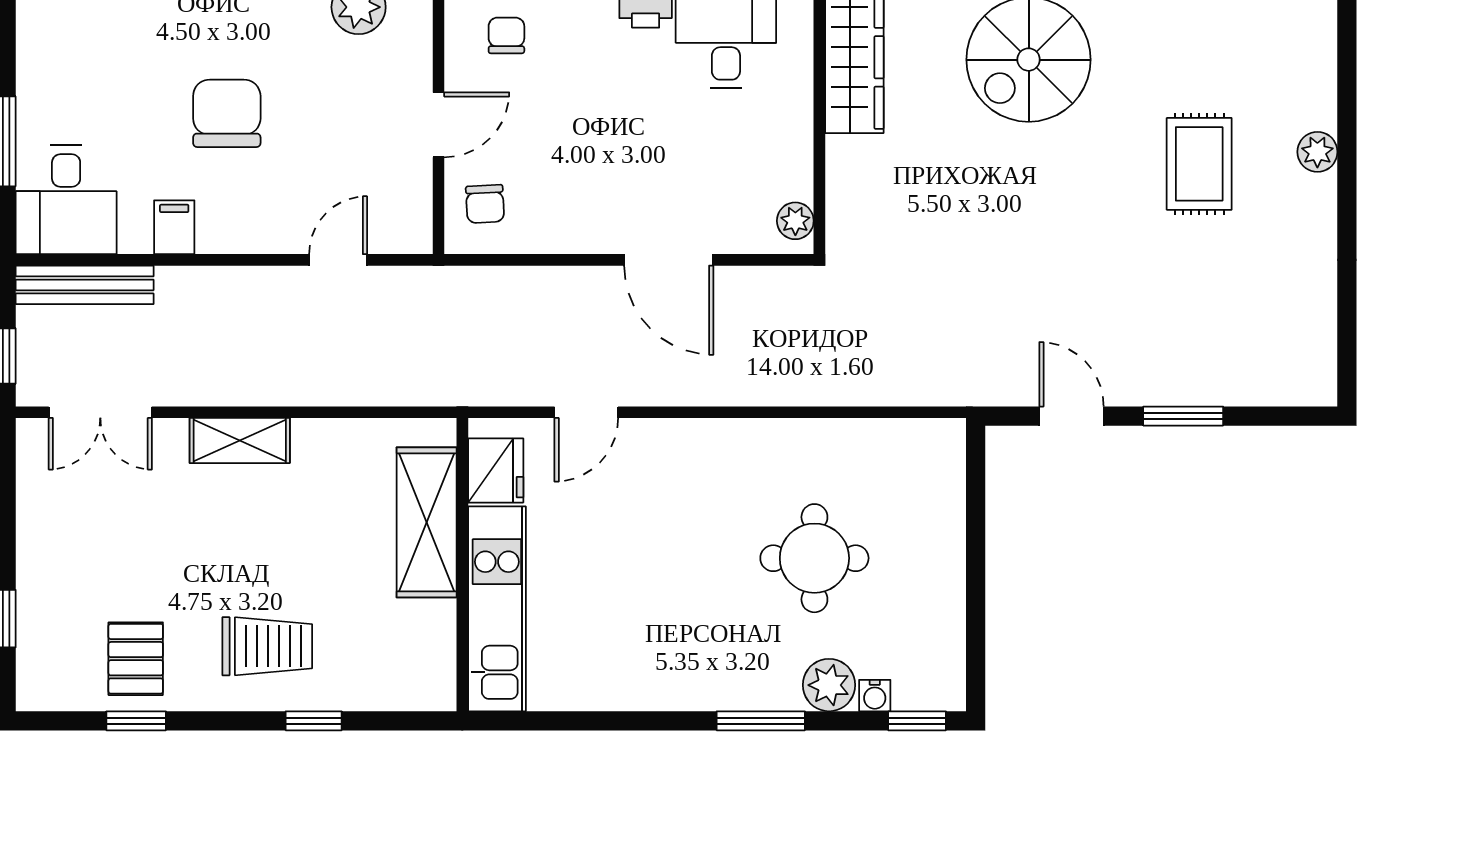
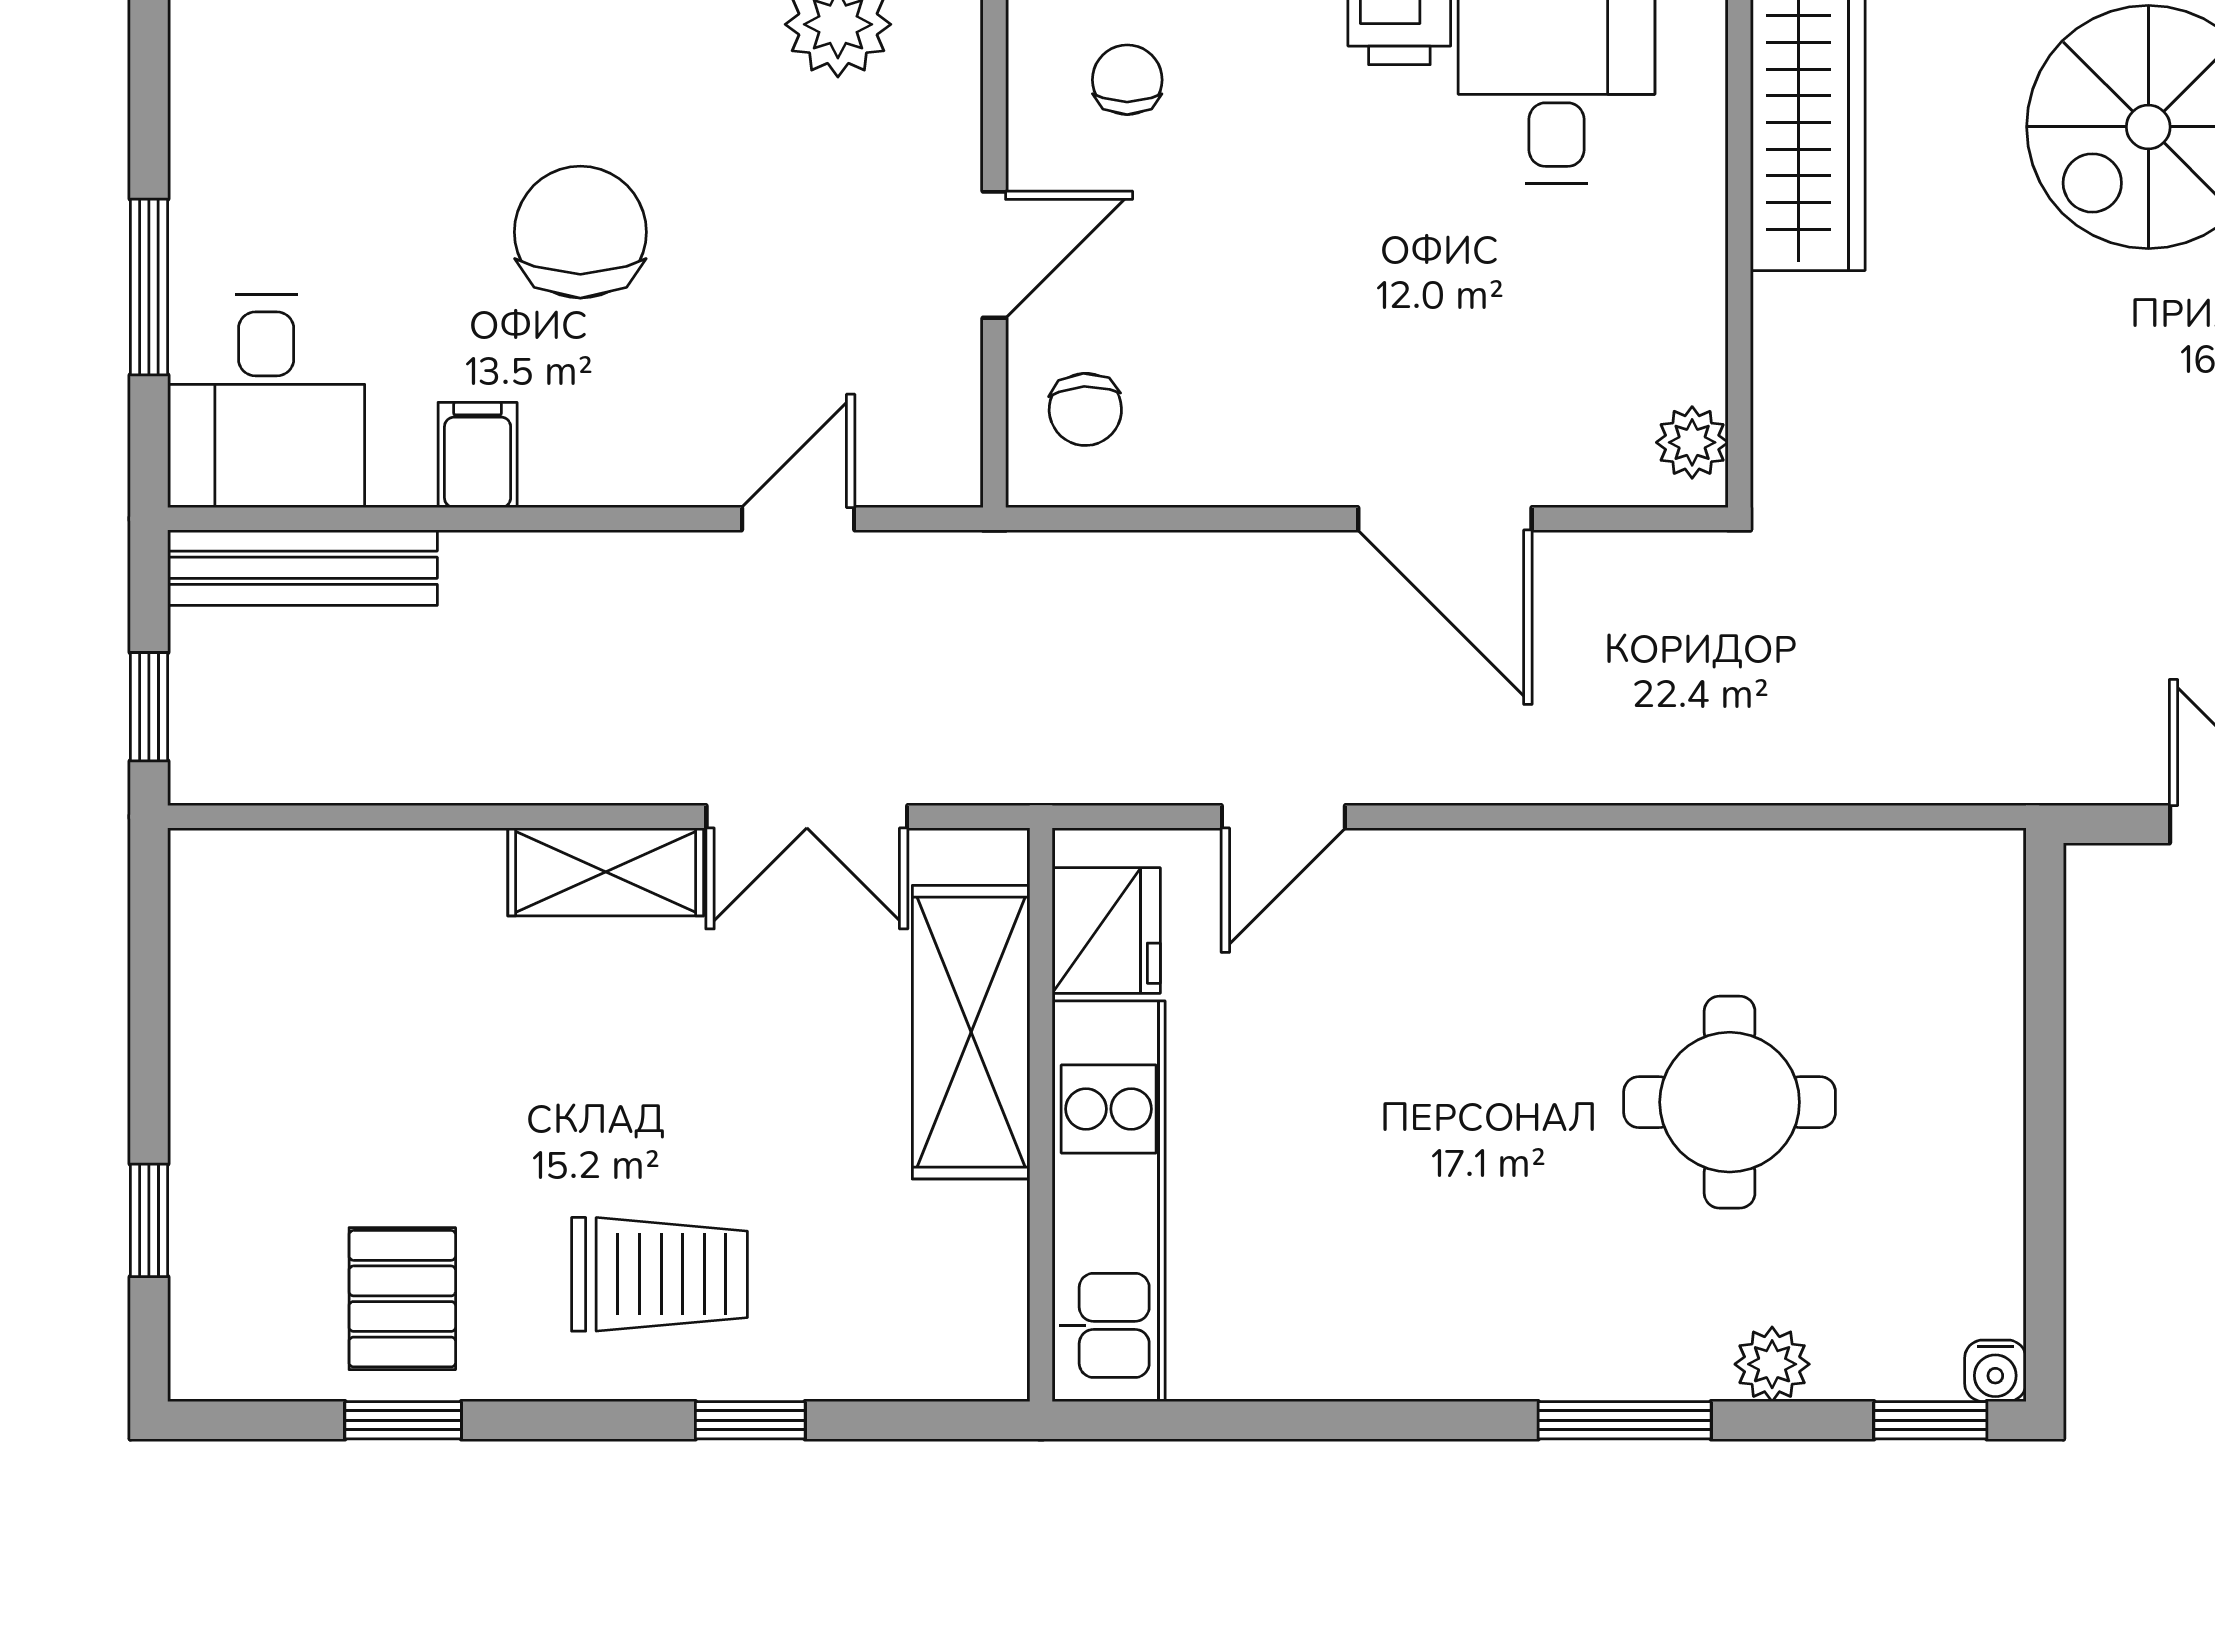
double door: (100, 412) -> (807, 817), moved
plant: (829, 685) -> (1772, 1364), width x0.73, depth x0.73
water cooler: (875, 696) -> (1995, 1371), moved

